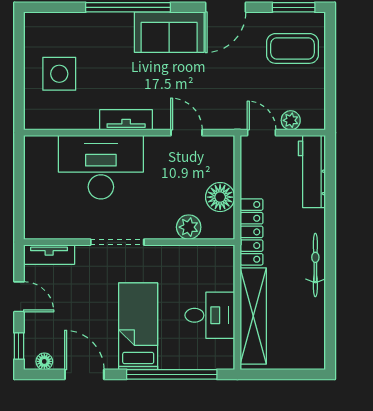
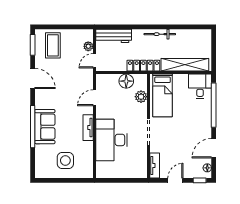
sofa: (169, 32) -> (45, 127), moved
desk: (210, 315) -> (200, 86), moved
bed: (138, 326) -> (163, 95), moved, turned -90

